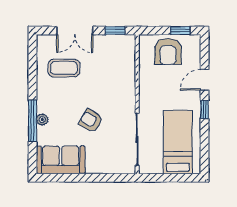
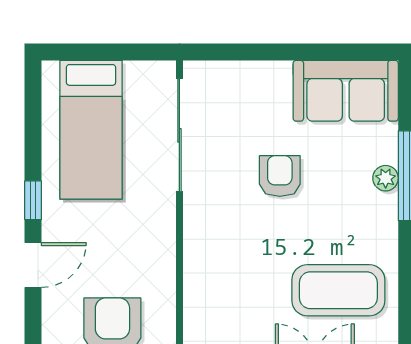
coffee table: (64, 68) -> (338, 290), width x1.36, depth x1.32
armchair: (91, 121) -> (280, 176), turned -120

